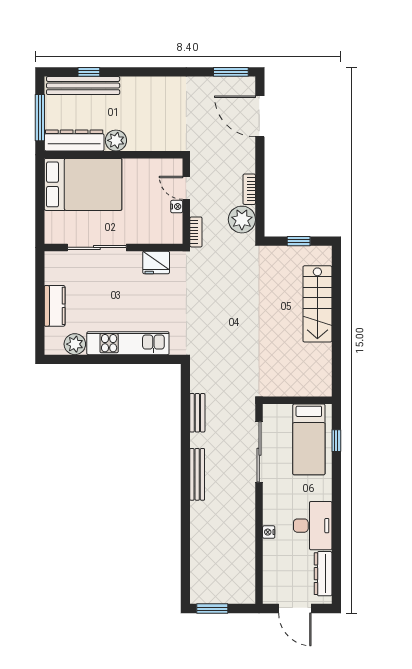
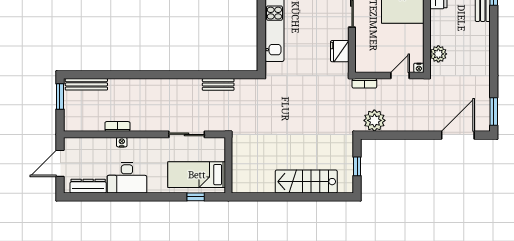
plant: (116, 140) -> (438, 54), moved
bookcase: (249, 189) -> (117, 126), moved
nightstand: (177, 207) -> (419, 68), moved
sliding door: (259, 452) -> (187, 134), width x0.73
bench: (197, 474) -> (86, 84), moved

